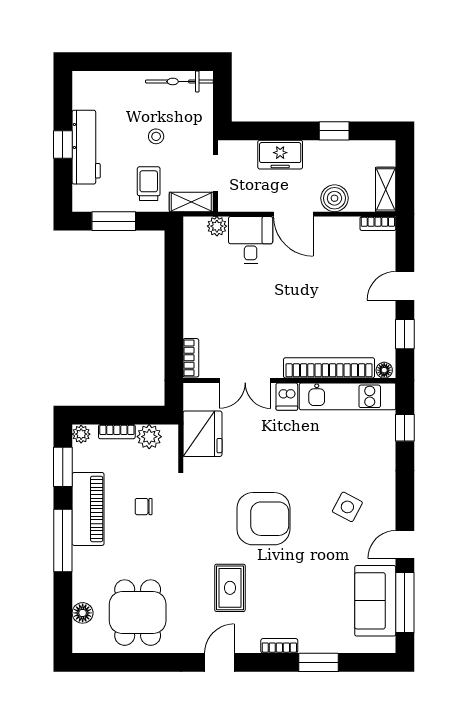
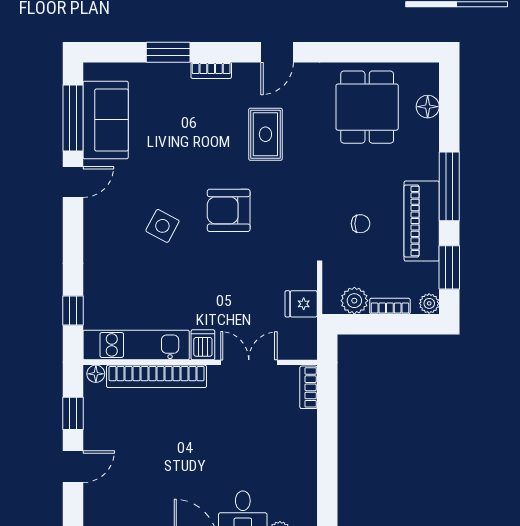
fridge: (202, 434) -> (301, 304), width x0.53, depth x0.75
side table: (347, 507) -> (162, 226), moved
armchair: (263, 519) -> (229, 210), width x0.73, depth x0.73

